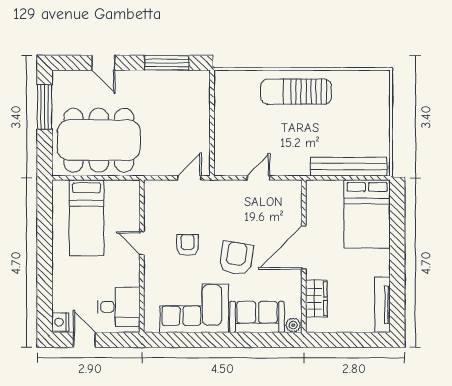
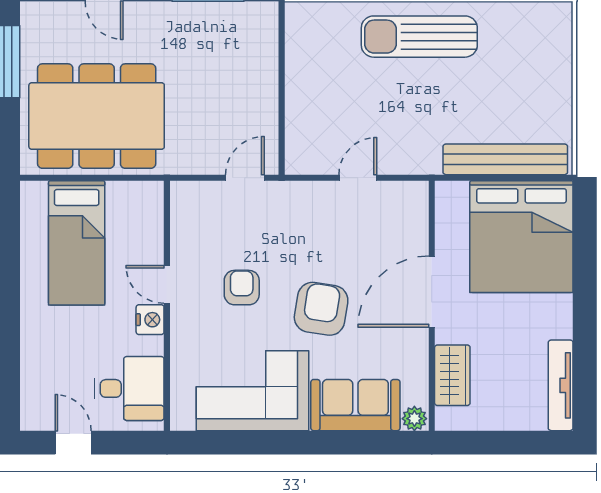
bed: (367, 214) -> (521, 237), width x1.36
nightstand: (60, 322) -> (150, 320), moved, turned 180

